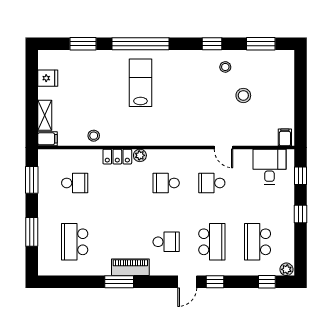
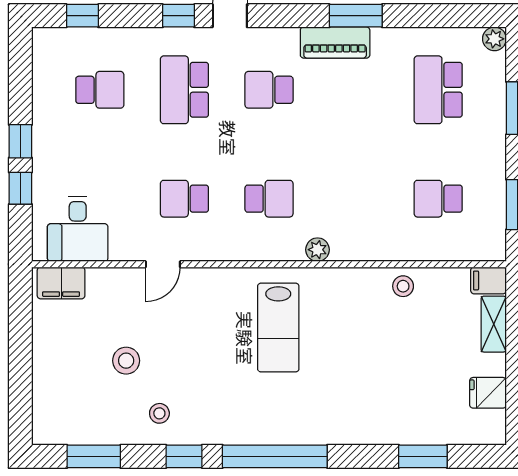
window: (140, 44) -> (275, 456), moved
lab bench: (140, 83) -> (278, 328), moved
filing cabinet: (285, 137) -> (61, 283), width x2.00
door: (223, 148) -> (163, 264), swing flipped
locker: (117, 157) -> (359, 247), removed
window: (300, 176) -> (20, 188), moved
school desk: (212, 183) -> (184, 199), turned 180
school desk: (75, 242) -> (438, 90), turned 180
school desk: (257, 242) -> (100, 90), width x0.54
plant: (286, 269) -> (494, 39), moved

